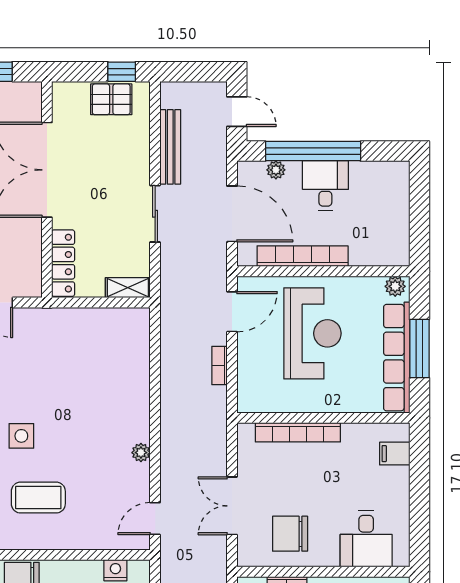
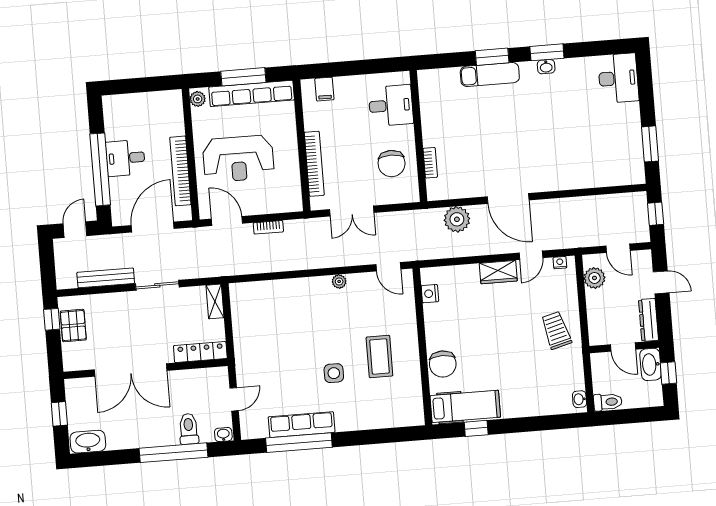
plant: (276, 170) -> (117, 196), removed
reception desk: (312, 333) -> (238, 159), turned 180
double door: (232, 506) -> (352, 211), moved

